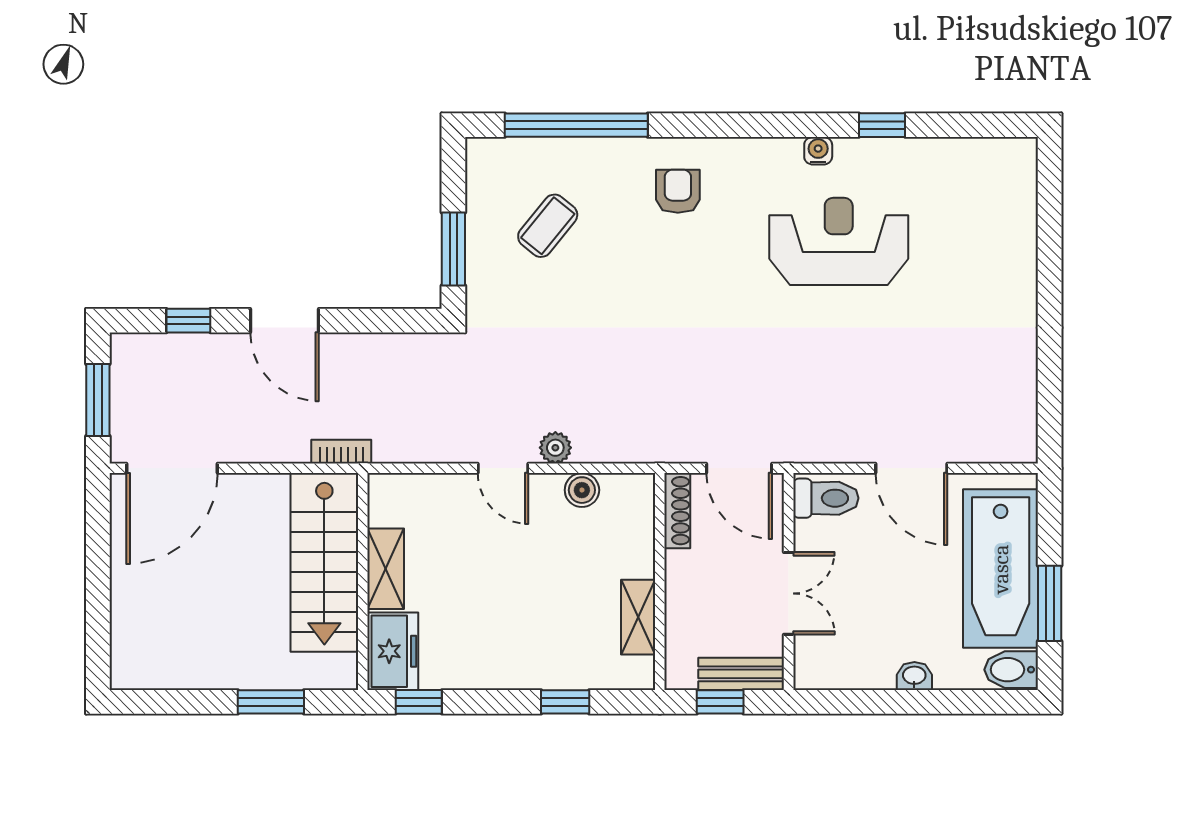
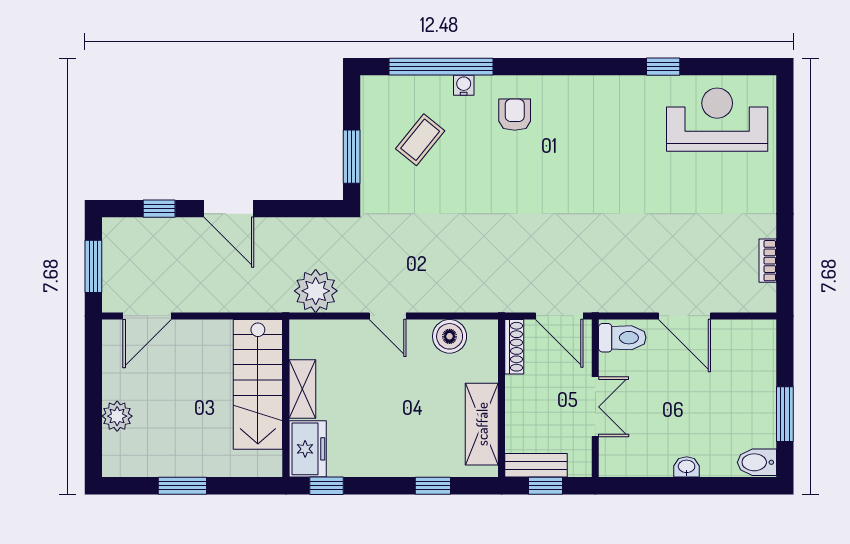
water cooler: (818, 151) -> (464, 85), moved
reception desk: (839, 241) -> (717, 120), moved
plant: (555, 448) -> (316, 291), moved, width x1.88, depth x1.88
bookcase: (341, 452) -> (768, 261), moved, turned -90
door: (172, 468) -> (147, 316), width x0.73
boiler: (582, 490) -> (450, 336), width x1.36, depth x1.36
bathtub: (1001, 569) -> (749, 389), removed
plant: (131, 606) -> (117, 416), added
shelving: (638, 617) -> (482, 424), width x1.50, depth x1.33
bench: (741, 674) -> (536, 465), moved
window: (271, 702) -> (182, 486), moved

